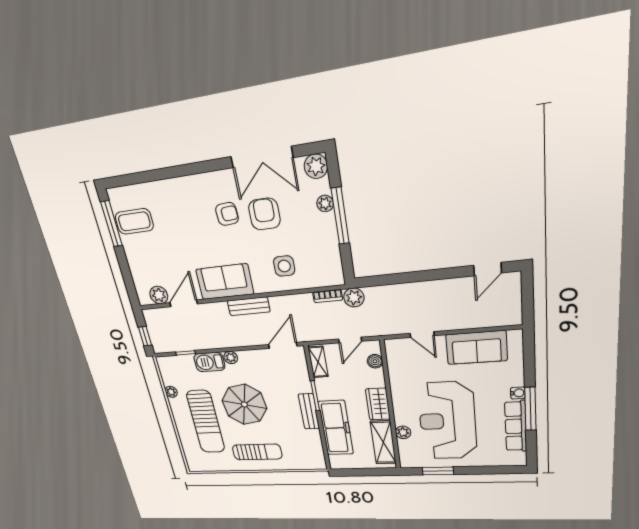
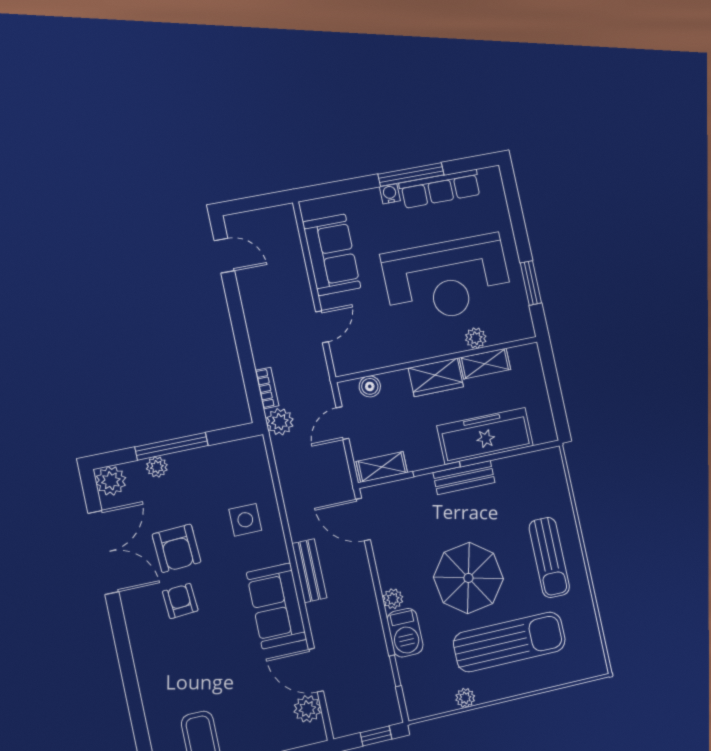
armchair: (264, 214) -> (177, 548), turned -93
bookcase: (328, 296) -> (267, 388), moved
door: (350, 340) -> (343, 423), swing flipped
shelving: (383, 442) -> (485, 364), width x0.67, depth x0.75
sun lounger: (257, 452) -> (549, 557), turned 180

